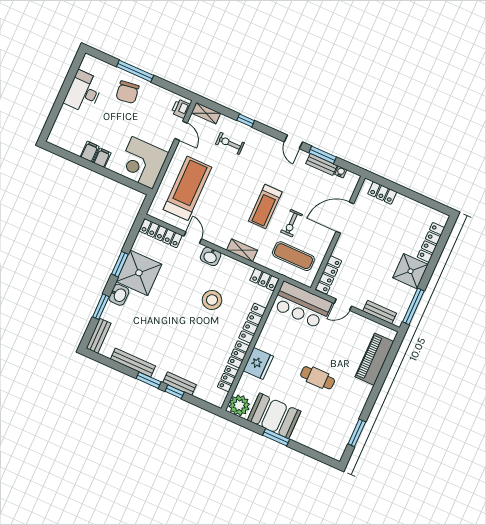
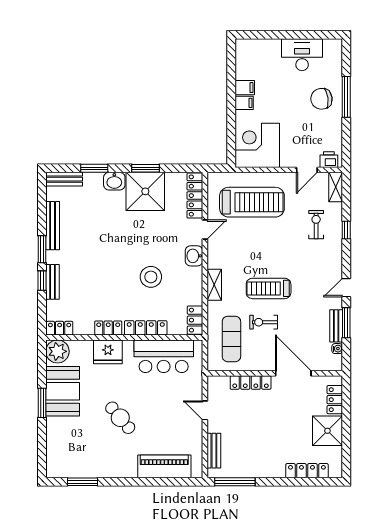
shower: (410, 271) -> (327, 431), moved
locker: (328, 275) -> (251, 383), moved
bar counter: (302, 305) -> (164, 356), moved, turned -90
cafe table: (318, 378) -> (120, 418), turned -40
locker: (228, 379) -> (60, 328), moved

